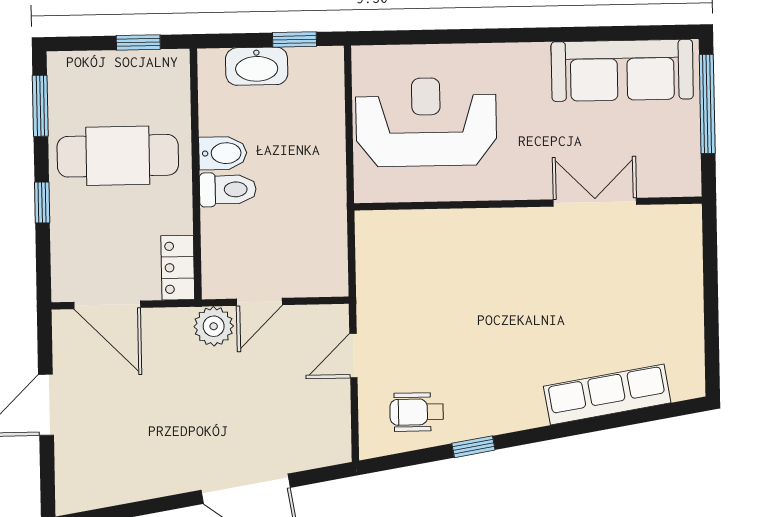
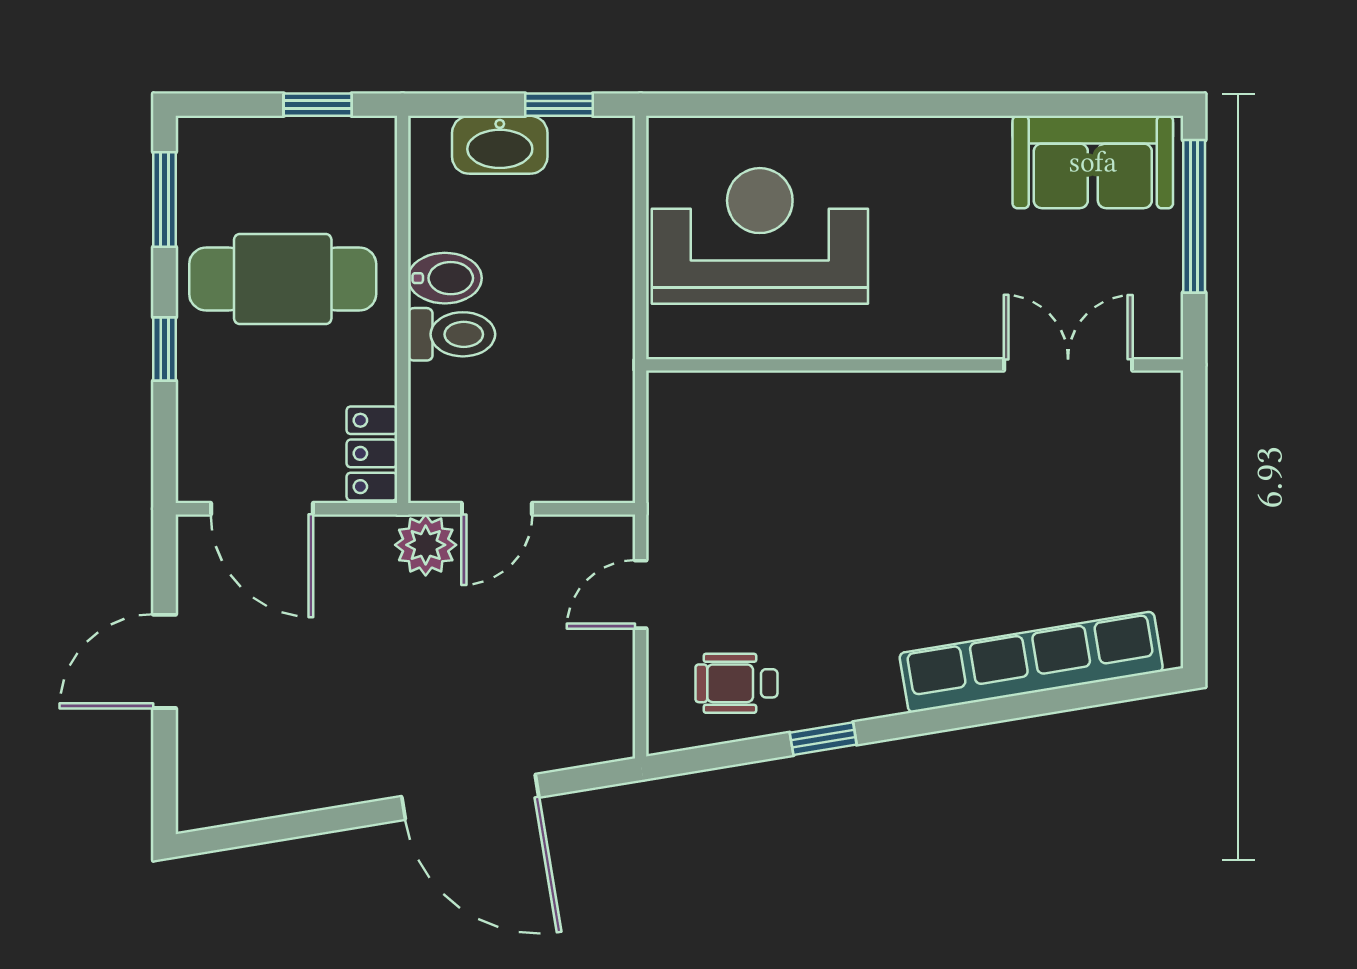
sofa: (622, 70) -> (1093, 162), width x0.73
double door: (595, 202) -> (1068, 365), moved
row of seats: (607, 395) -> (1031, 662), width x1.36

